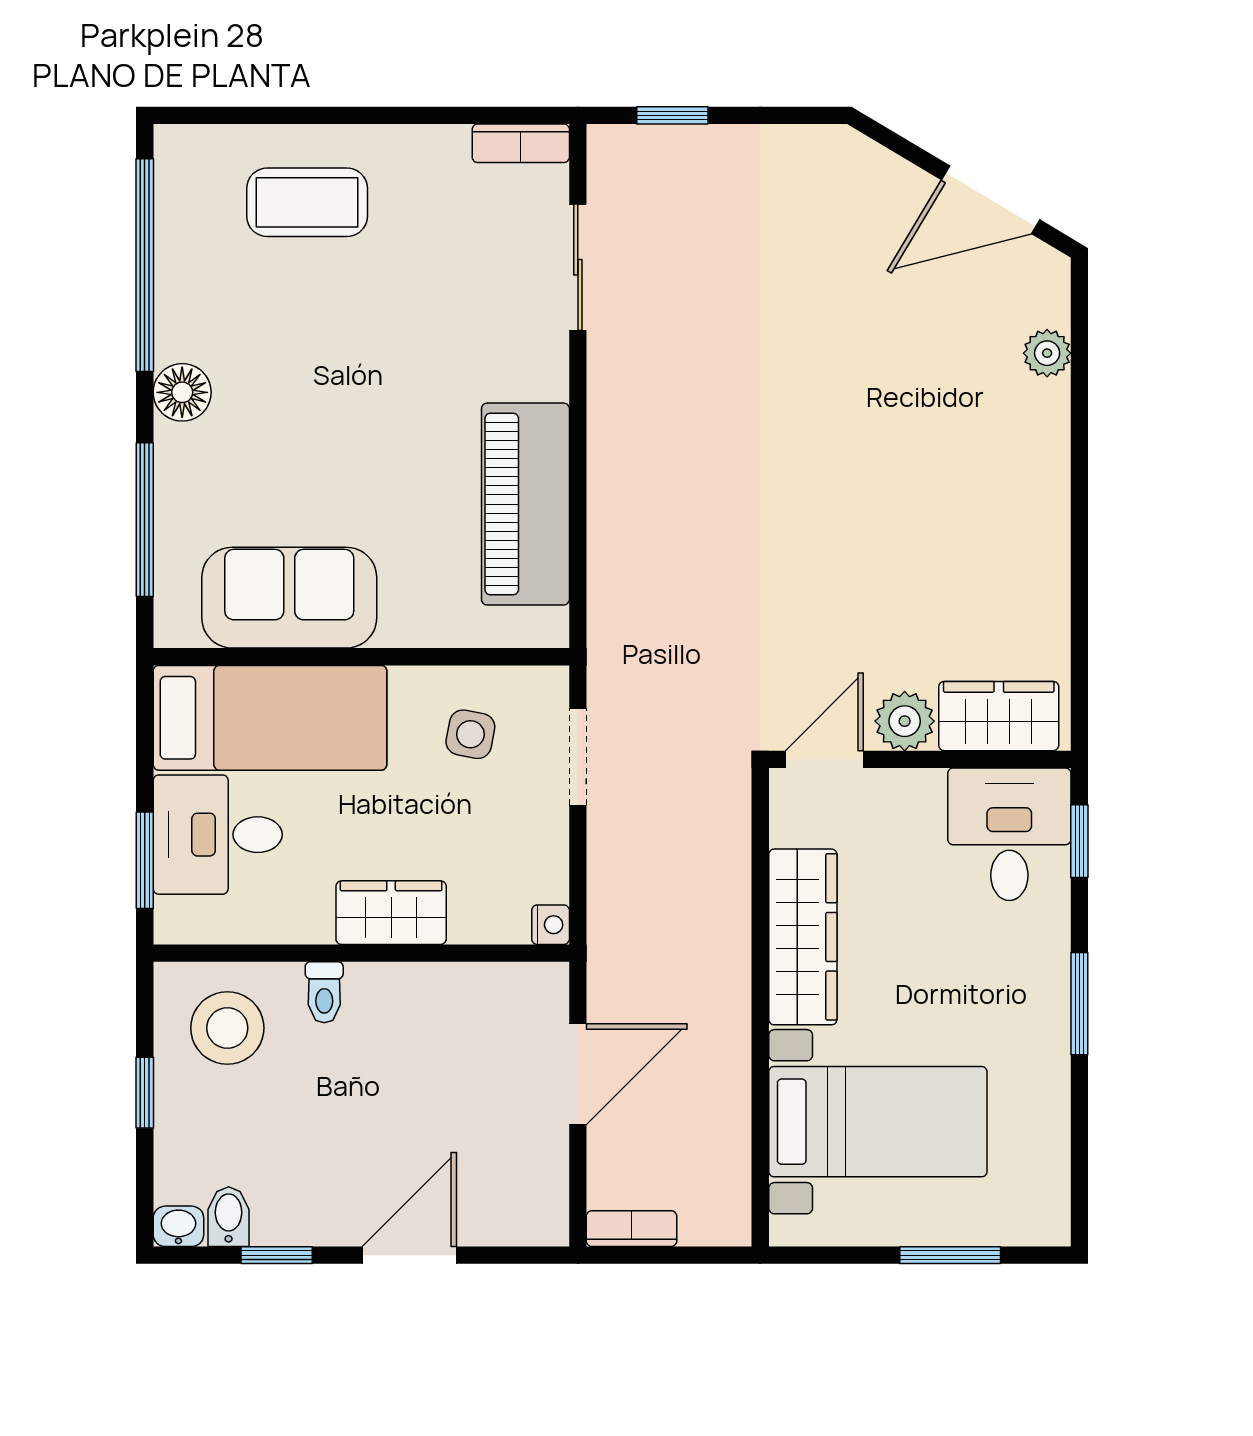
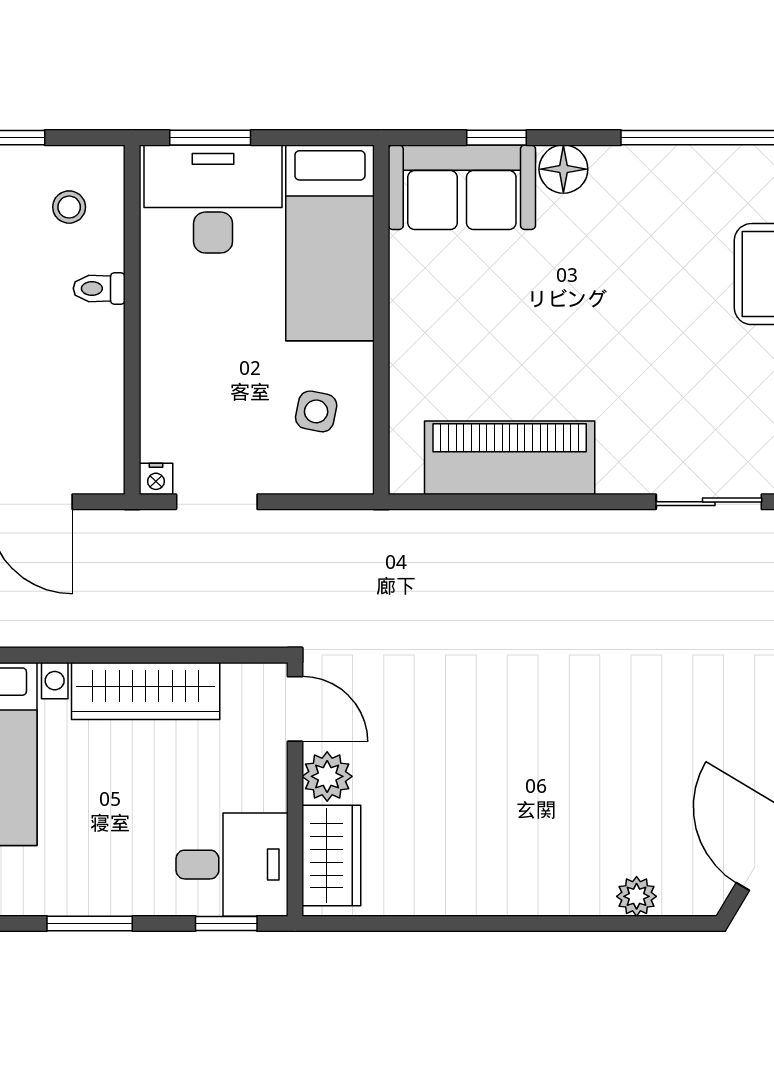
floor lamp: (182, 392) -> (563, 169), moved
window: (145, 520) -> (497, 138), width x0.46
sofa: (289, 598) -> (462, 187), moved, turned 90
doorway: (578, 757) -> (217, 502), moved
desk: (218, 835) -> (213, 199), width x1.37
wardrobe: (391, 913) -> (166, 345), removed
stool: (227, 1028) -> (69, 207), width x0.53, depth x0.53

